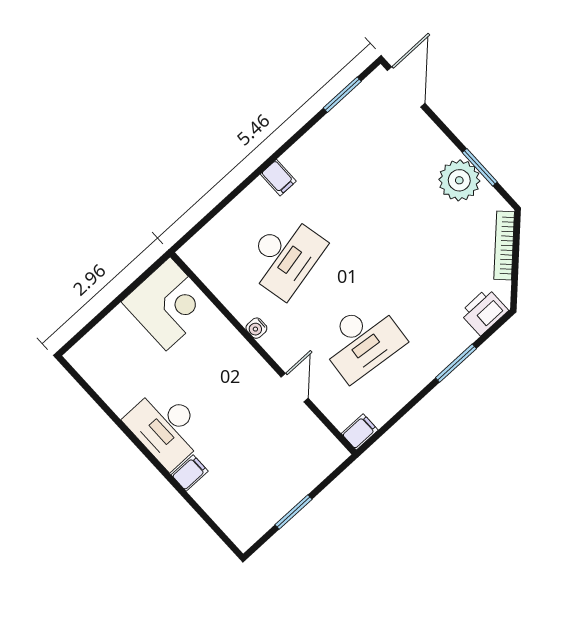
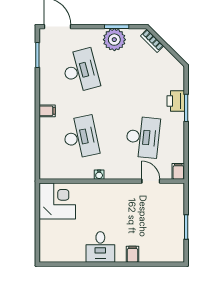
desk: (375, 173) -> (81, 71), added
bookcase: (504, 246) -> (152, 41), width x0.64
printer: (484, 312) -> (176, 101), moved
door: (295, 388) -> (151, 181), moved
desk: (166, 427) -> (100, 247), width x0.73

